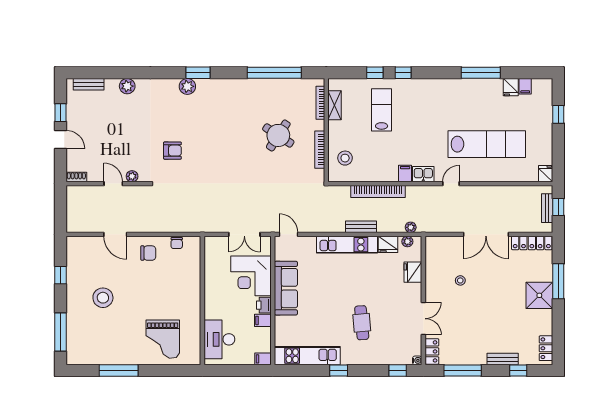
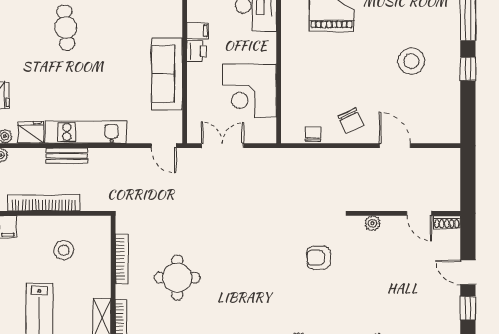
round table: (278, 135) -> (177, 278), turned -33
stool: (345, 158) -> (64, 250), moved
door: (113, 184) -> (419, 213), moved
chair: (148, 253) -> (351, 121), turned -115
window: (61, 275) -> (468, 69), moved
corner desk: (251, 276) -> (249, 91), moved, turned 180

